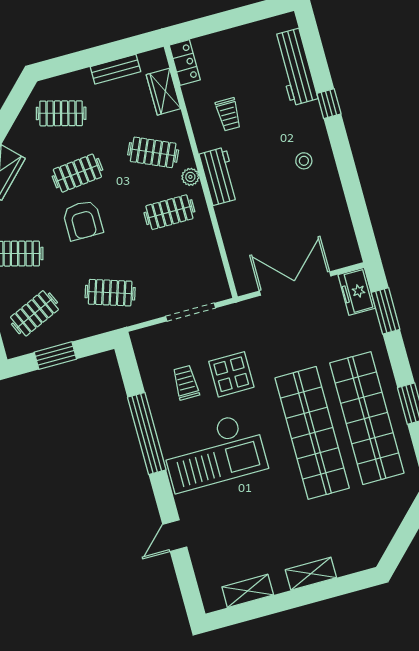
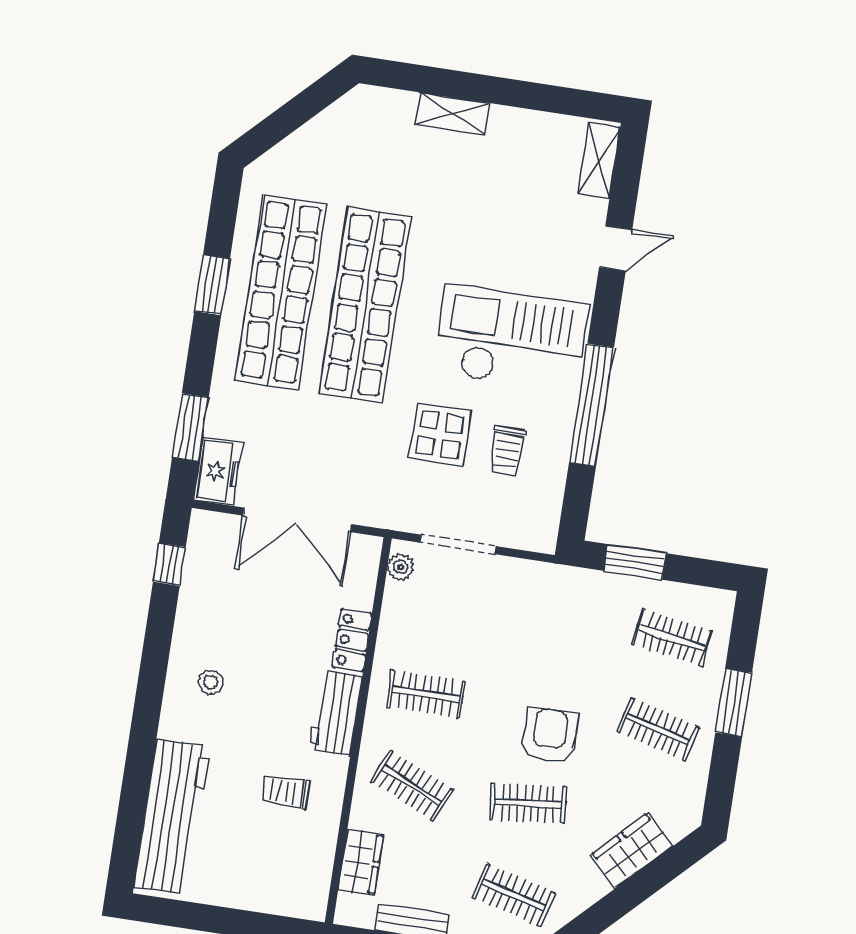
locker: (185, 63) -> (352, 640), moved
workbench: (295, 67) -> (172, 817), width x1.36, depth x1.32
window: (329, 104) -> (169, 564), moved
trolley: (228, 114) -> (286, 792), turned -90
plant: (190, 177) -> (401, 567), moved
clothes rail: (110, 293) -> (556, 620), removed
clothes rail: (34, 313) -> (672, 638), turned 33
window: (55, 356) -> (635, 562), moved
shelving: (248, 591) -> (599, 161), moved, turned 90

